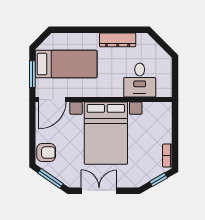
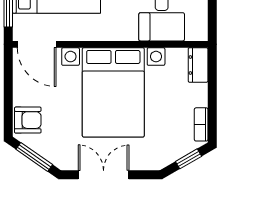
door: (52, 100) -> (37, 44), hinge flipped
dresser: (165, 114) -> (198, 65), added

